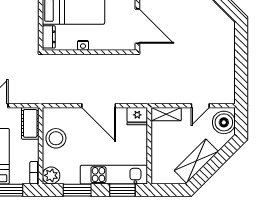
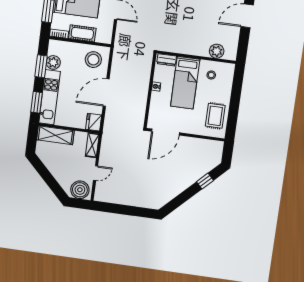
door: (200, 106) -> (96, 173), swing flipped
cot: (30, 123) -> (82, 33), moved
stool: (56, 138) -> (93, 60), moved
shelving: (196, 161) -> (55, 135), moved, turned -45
plant: (51, 175) -> (53, 62), moved

